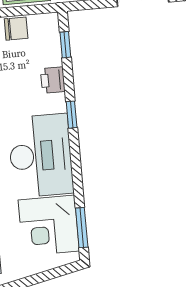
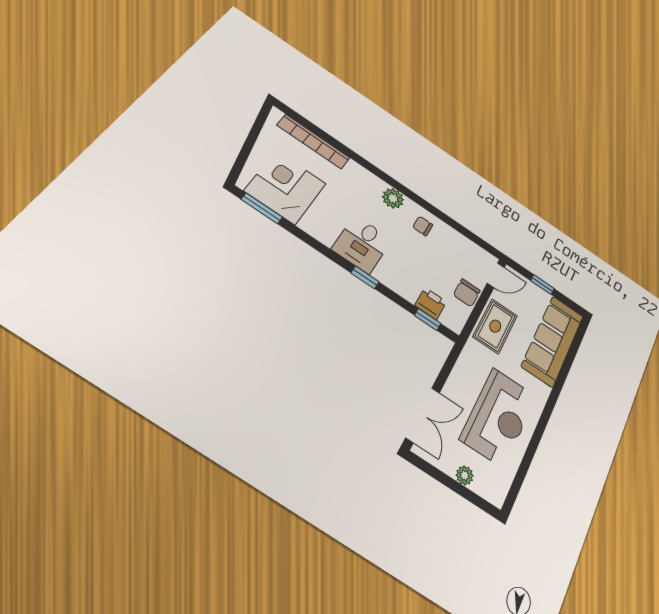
printer: (53, 80) -> (431, 304), moved
desk: (41, 156) -> (362, 244), width x0.53, depth x0.77

